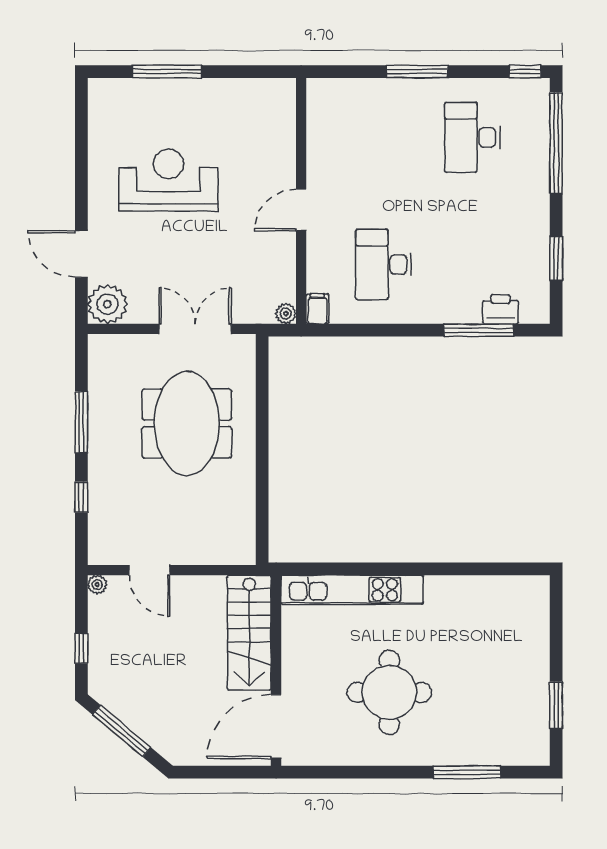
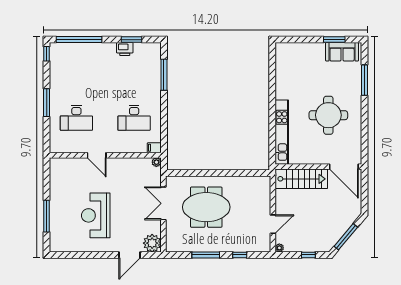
desk: (472, 137) -> (76, 118), moved
door: (301, 210) -> (97, 155), moved
printer: (500, 309) -> (125, 49), moved, turned -90
sofa: (529, 722) -> (342, 52), added

